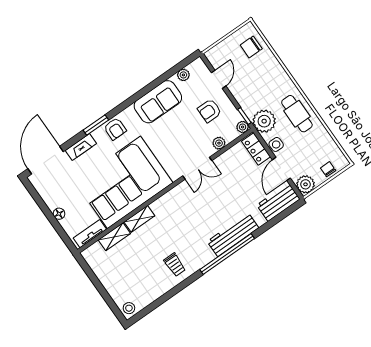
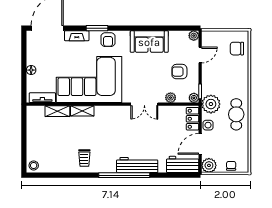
plant: (183, 75) -> (194, 36), moved

